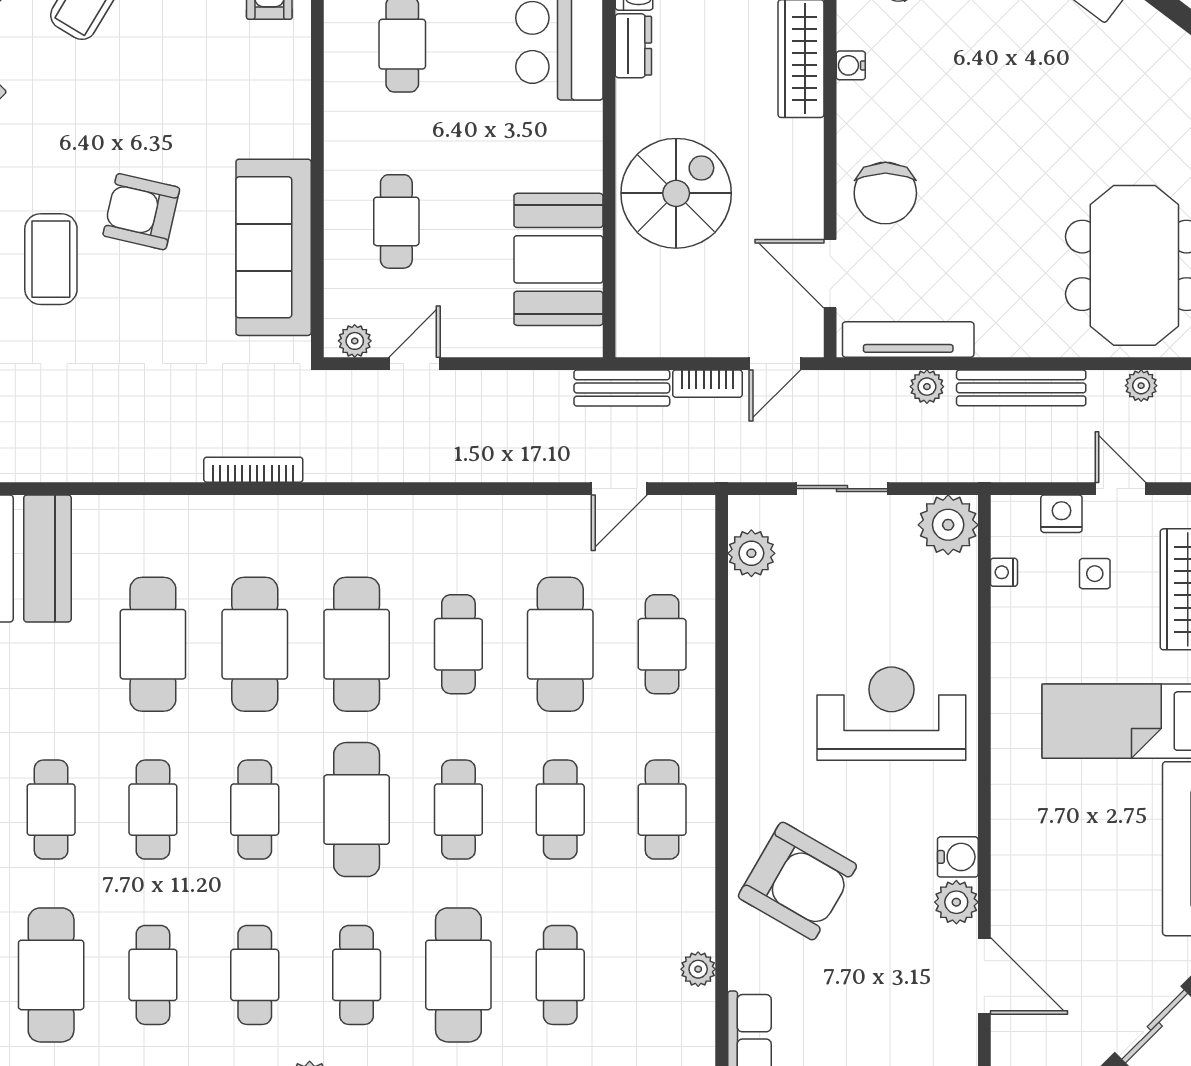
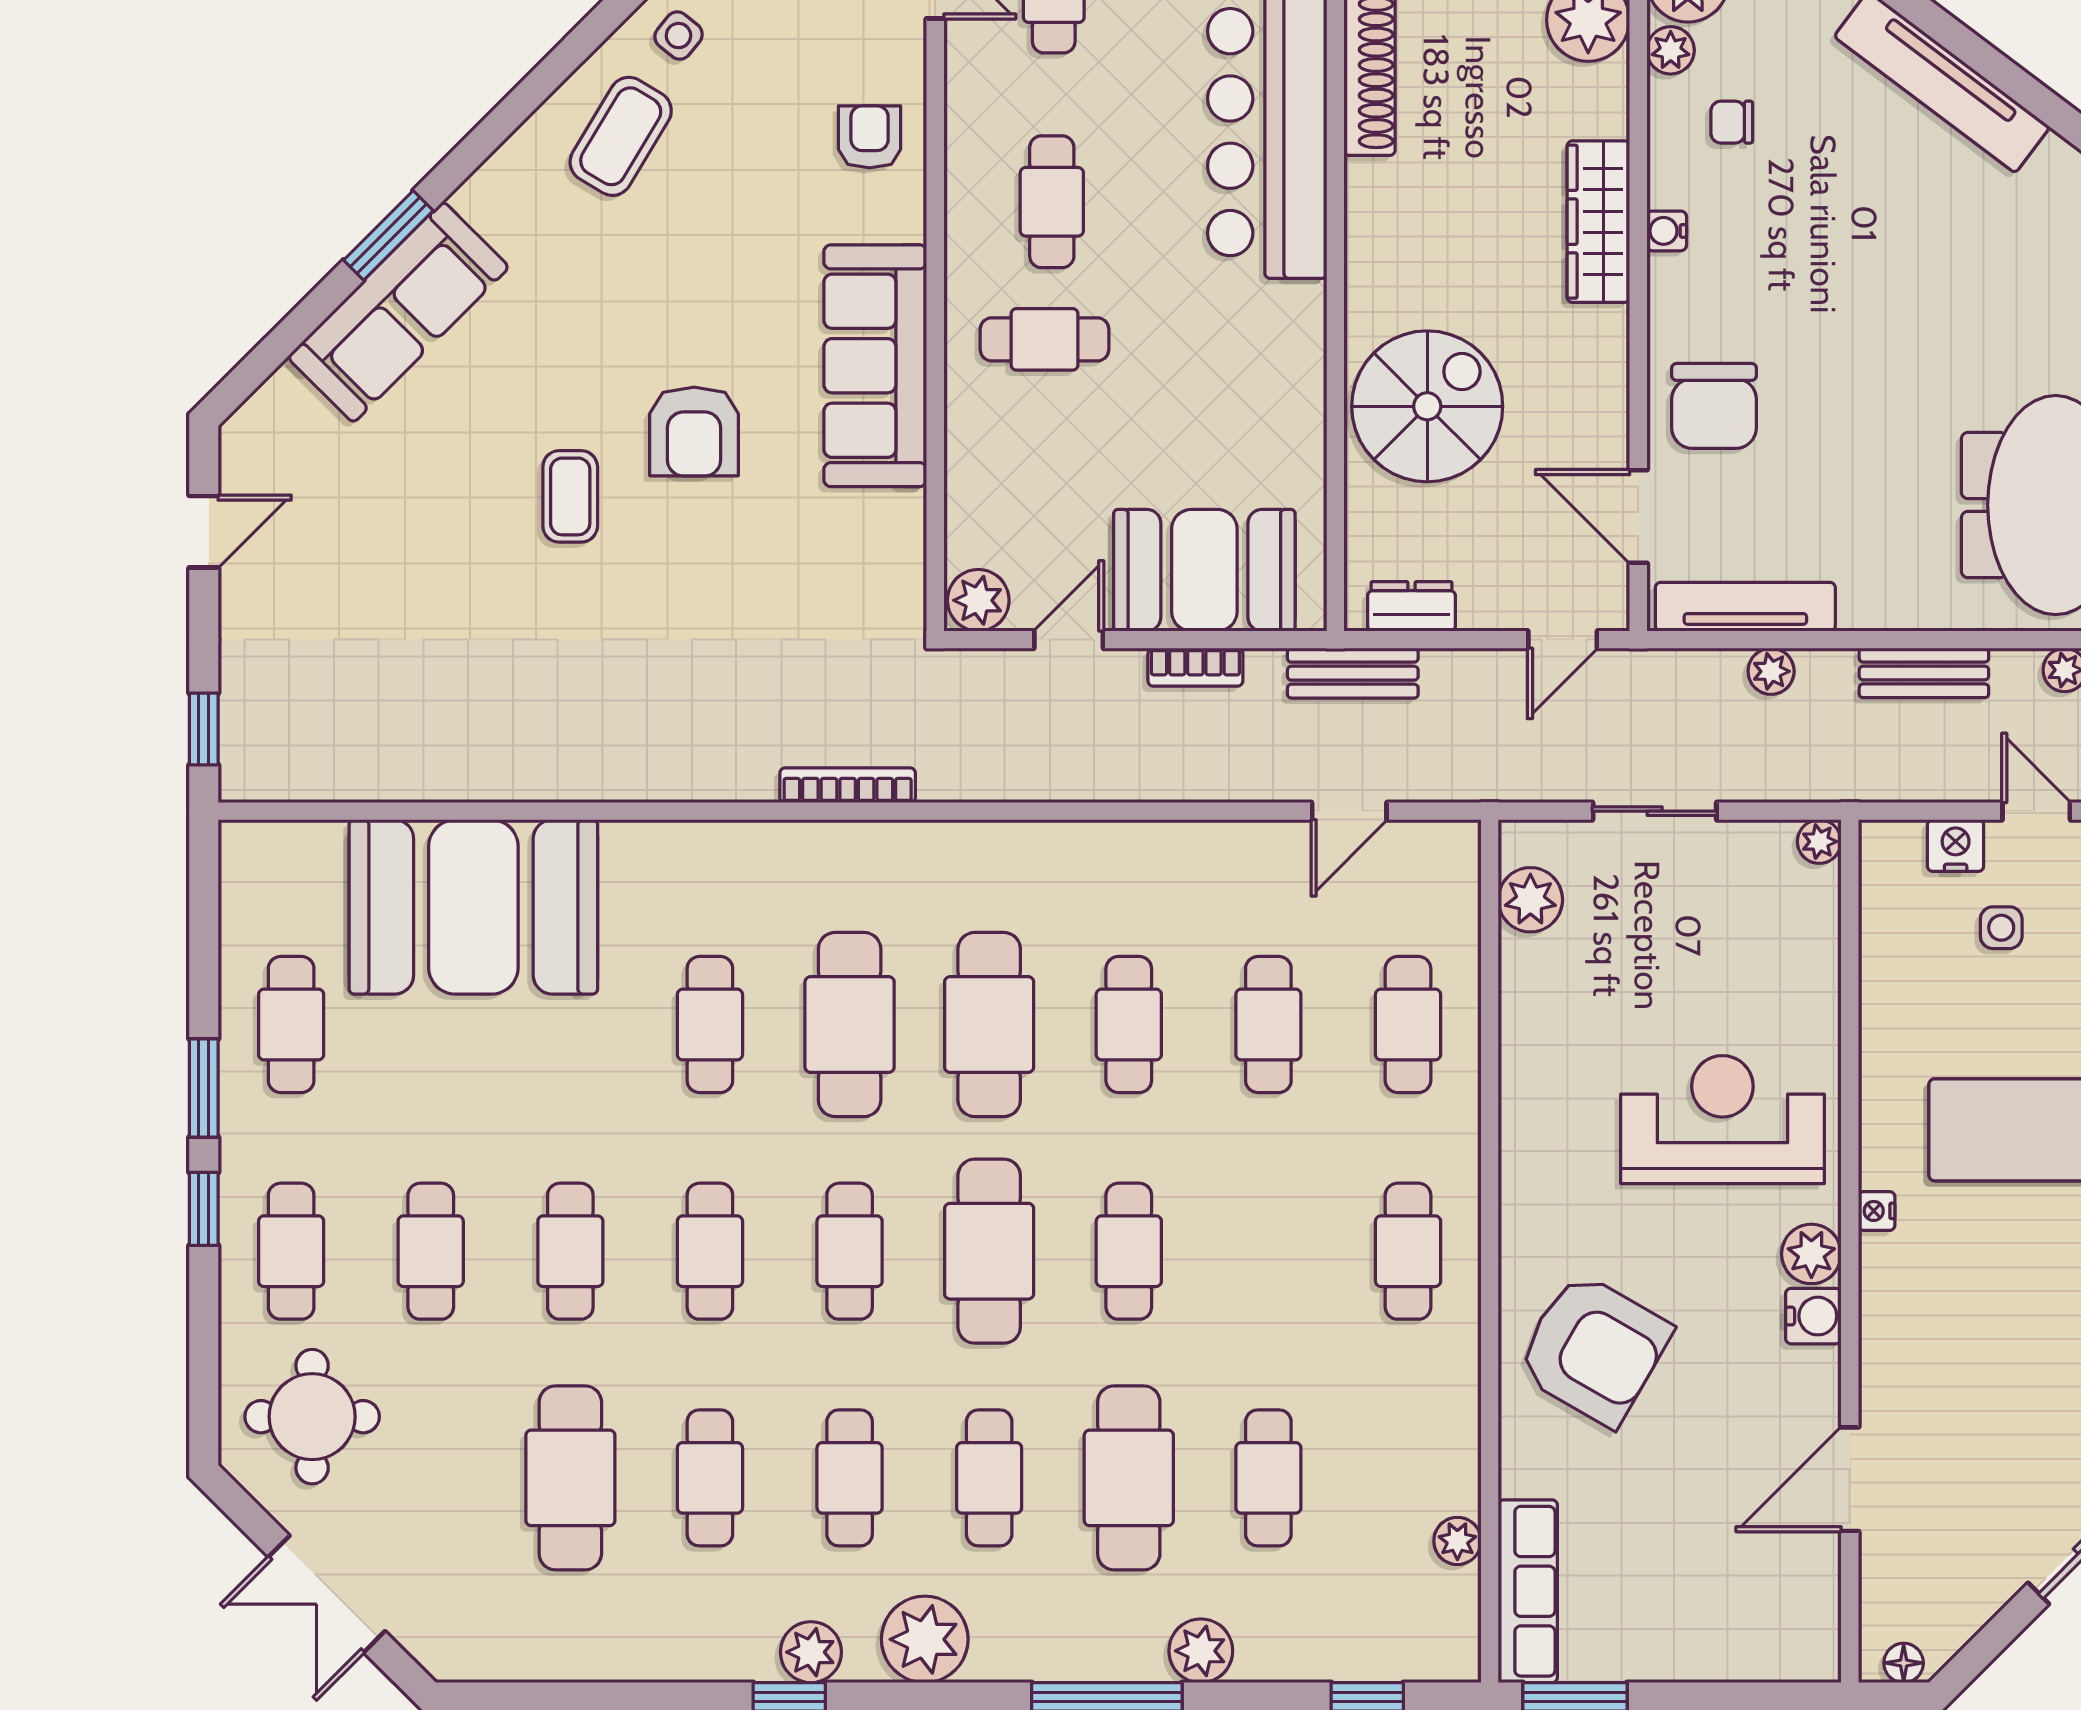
dresser: (633, 46) -> (1412, 606), moved, turned -90
armchair: (141, 212) -> (694, 431), turned -103
cafe table: (396, 221) -> (1045, 339), moved, turned 90
sofa: (274, 247) -> (875, 366), moved
coffee table: (51, 259) -> (570, 496), width x0.73, depth x0.77
booth: (558, 259) -> (1204, 570), moved, turned 90
plant: (355, 341) -> (978, 600), width x1.38, depth x1.38
bookcase: (707, 384) -> (1195, 667), moved
bench: (1021, 388) -> (1924, 673), width x0.73
plant: (948, 525) -> (1819, 842), width x0.53, depth x0.53
nightstand: (1004, 572) -> (1877, 1211), moved
cafe table: (153, 644) -> (710, 1024), width x0.73, depth x0.74
cafe table: (560, 644) -> (1268, 1024), width x0.73, depth x0.74
cafe table: (560, 810) -> (1268, 1251), removed
plant: (956, 902) -> (1811, 1254), moved
plant: (698, 969) -> (1457, 1541), moved
door: (984, 976) -> (1850, 1479), swing flipped

